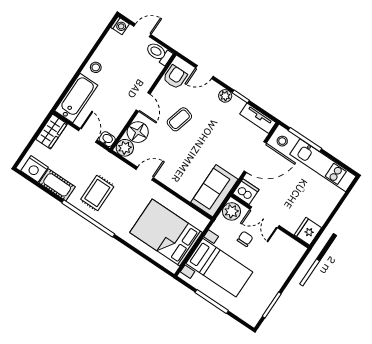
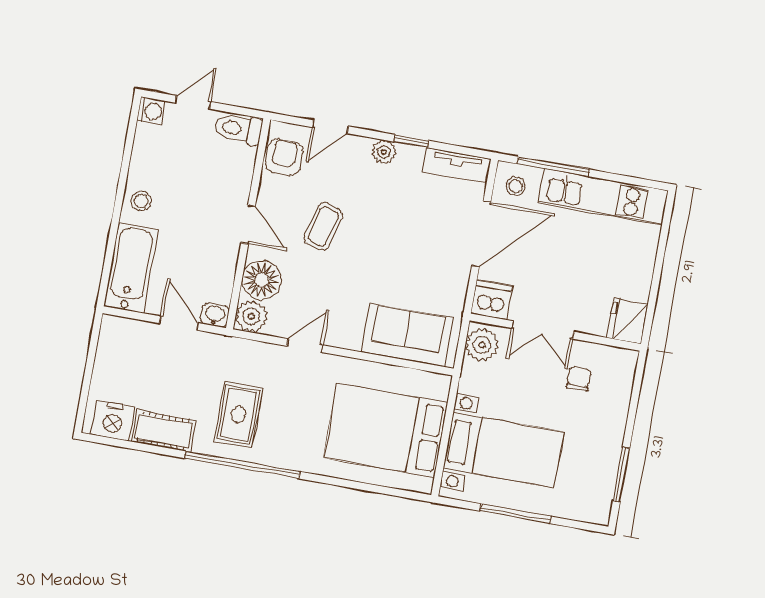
wardrobe: (51, 132) -> (114, 344), removed
sofa: (214, 191) -> (407, 335), moved, turned 90
chair: (245, 239) -> (579, 379), moved

